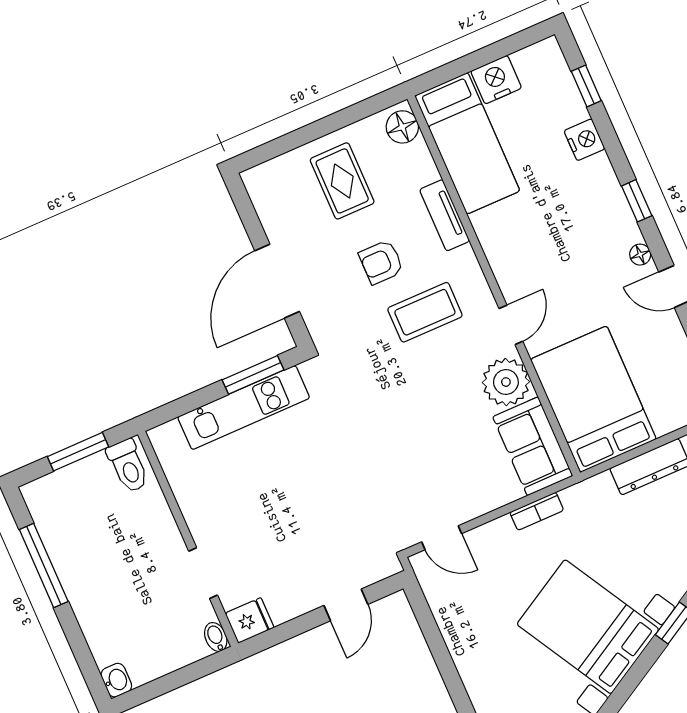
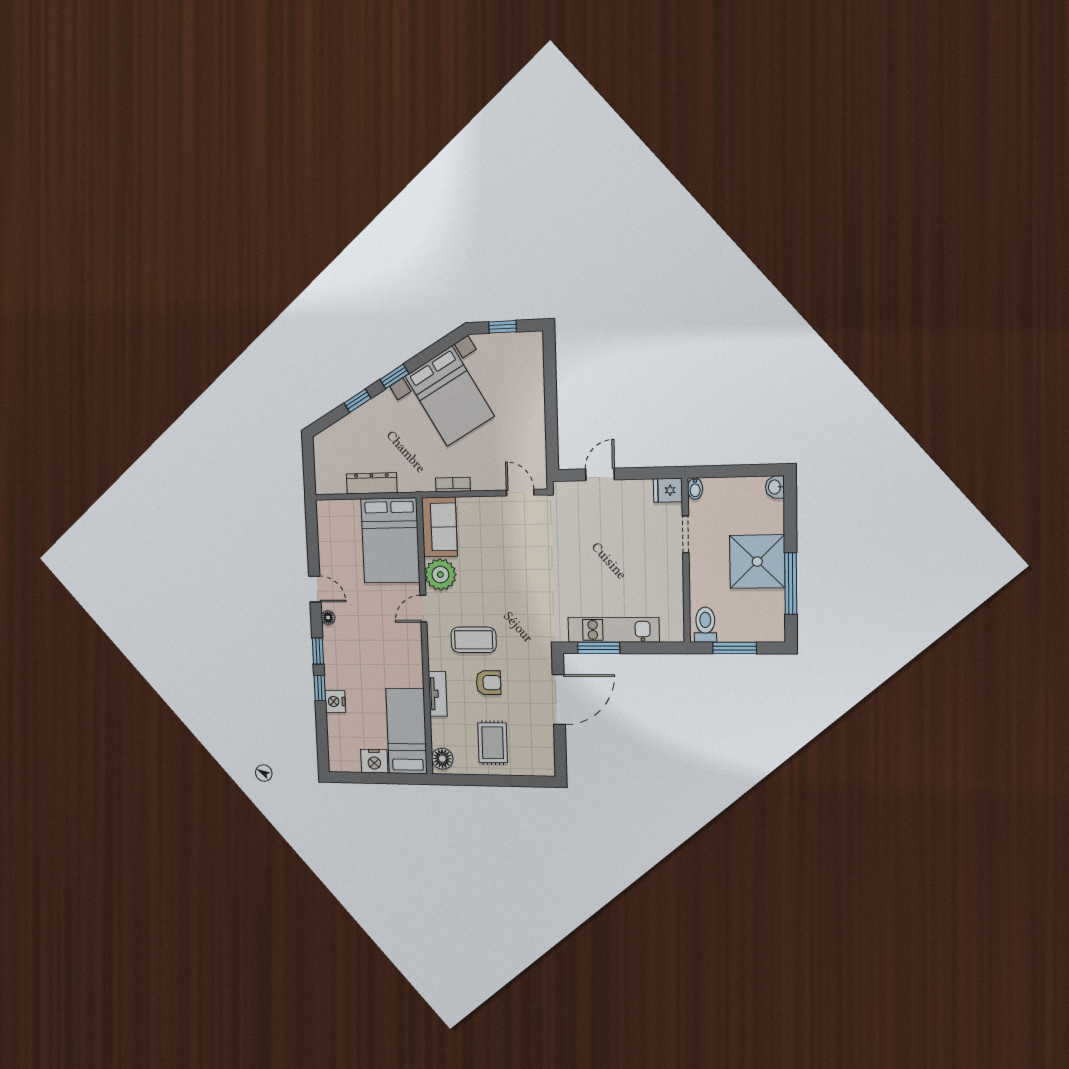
window: (586, 86) -> (320, 688), moved
shower: (98, 576) -> (757, 562), added

